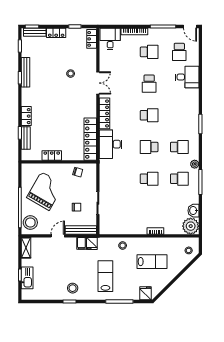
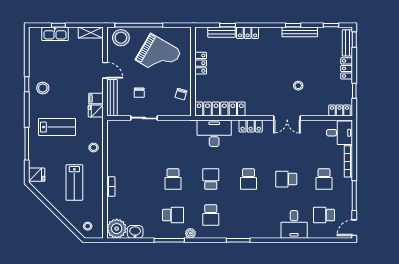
locker: (104, 113) -> (251, 126), width x0.66
school desk: (179, 179) -> (173, 215), turned -90

